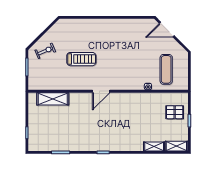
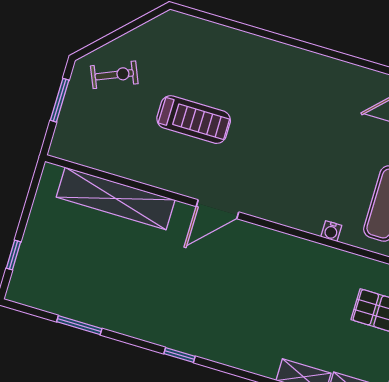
shelving: (53, 99) -> (116, 199), width x1.47

